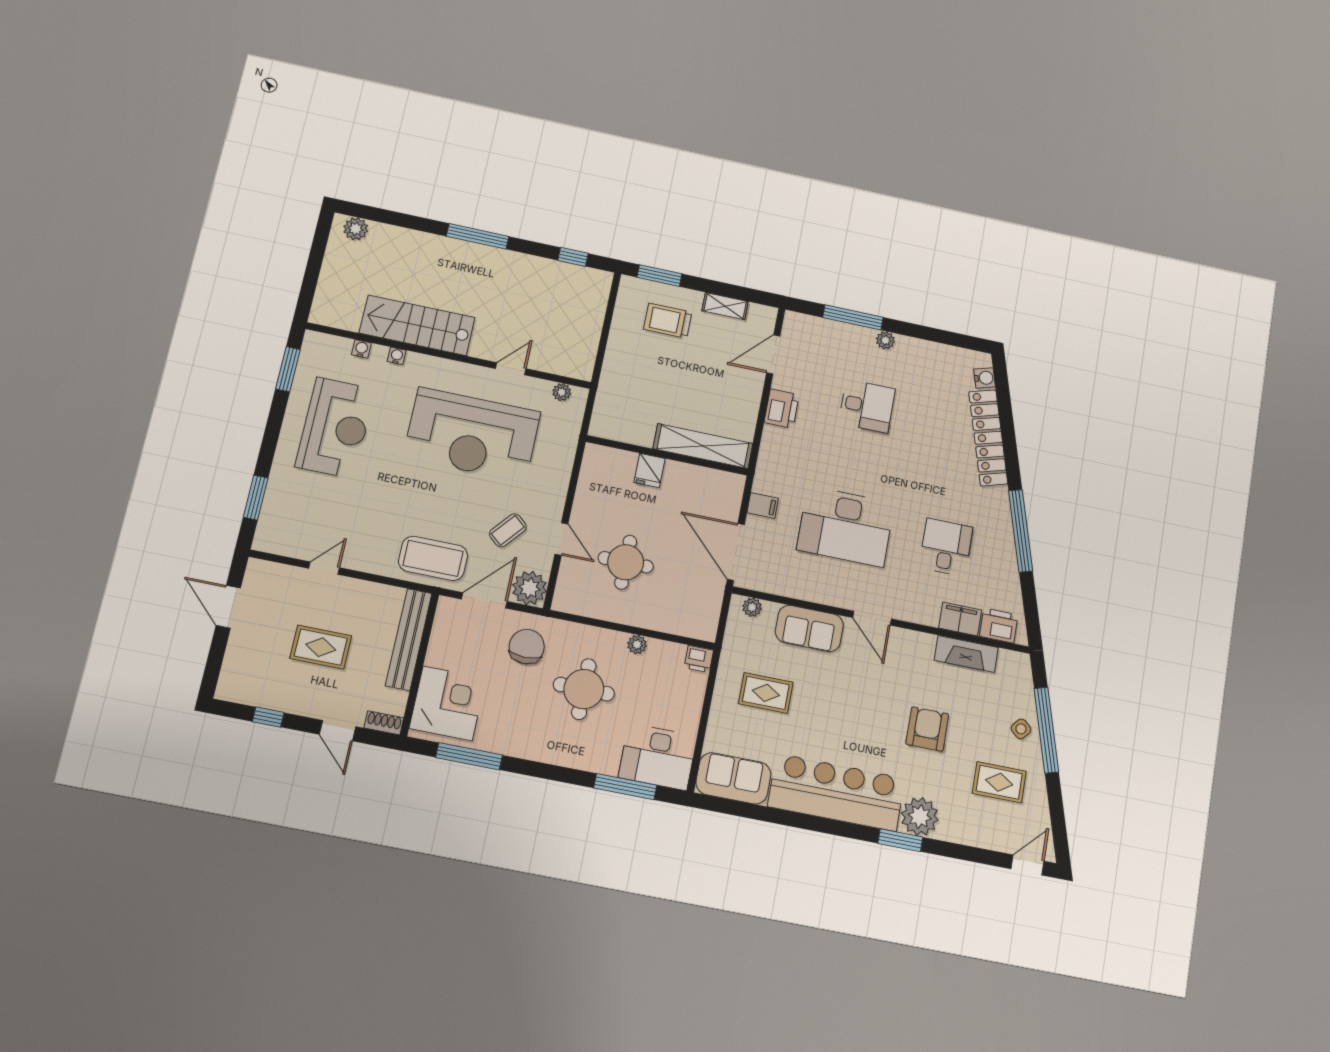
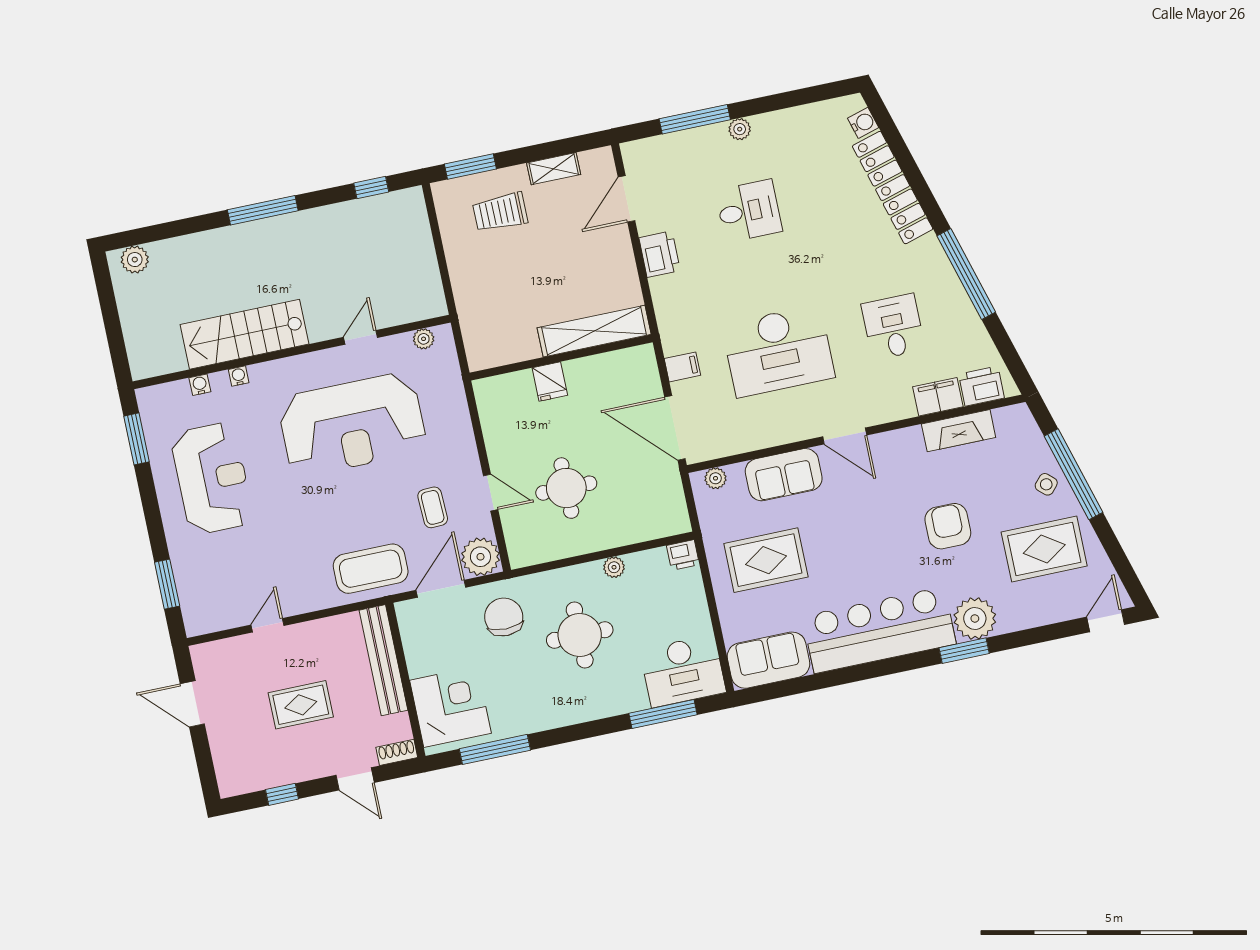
coffee table: (508, 530) -> (433, 507), turned -42
rug: (766, 693) -> (766, 560), width x1.36, depth x1.43
rug: (999, 782) -> (1044, 549), width x1.36, depth x1.43

